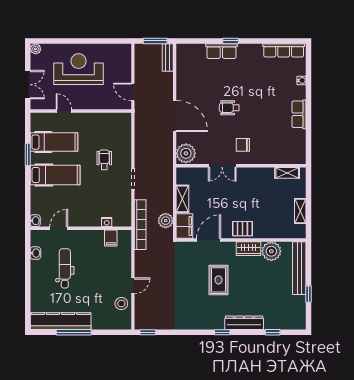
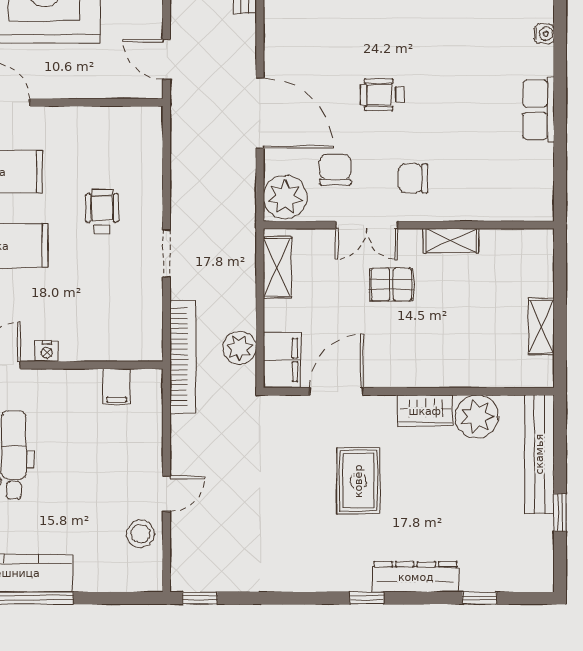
chair: (208, 141) -> (335, 170), added
shelving: (287, 173) -> (451, 241), moved
shelving: (182, 199) -> (277, 268), moved
nightstand: (107, 222) -> (47, 351), moved
pallet: (242, 229) -> (391, 284), moved

